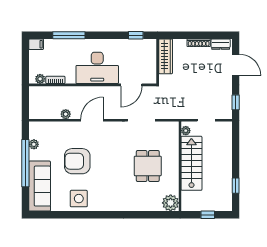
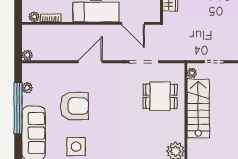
door: (131, 85) -> (133, 23), hinge flipped
plant: (66, 114) -> (27, 55), moved
armchair: (77, 161) -> (74, 106), turned 180
dining table: (148, 166) -> (160, 96), moved, turned 90

